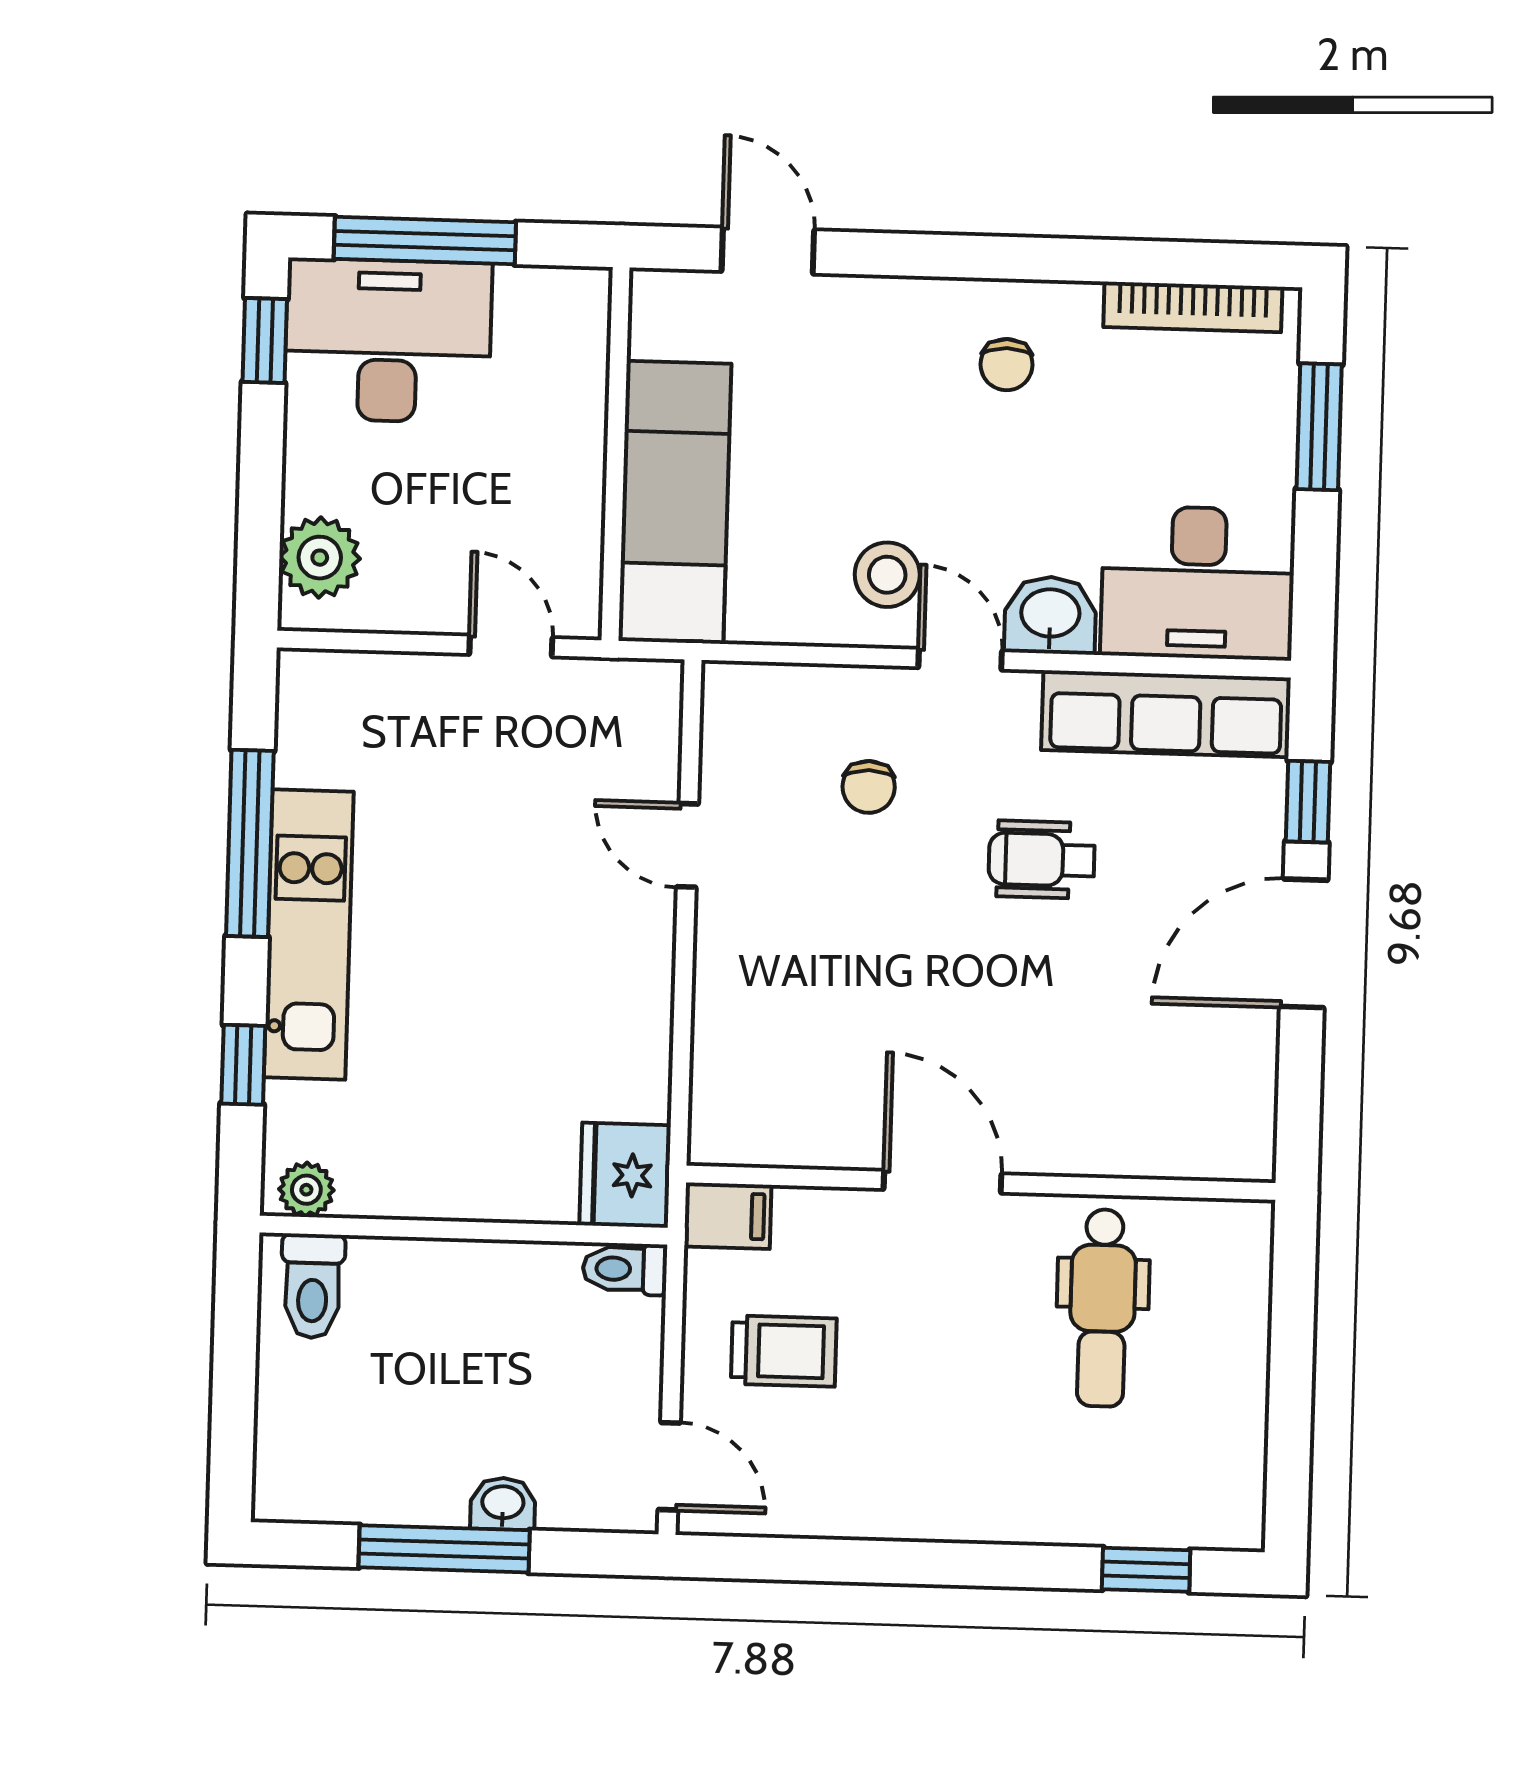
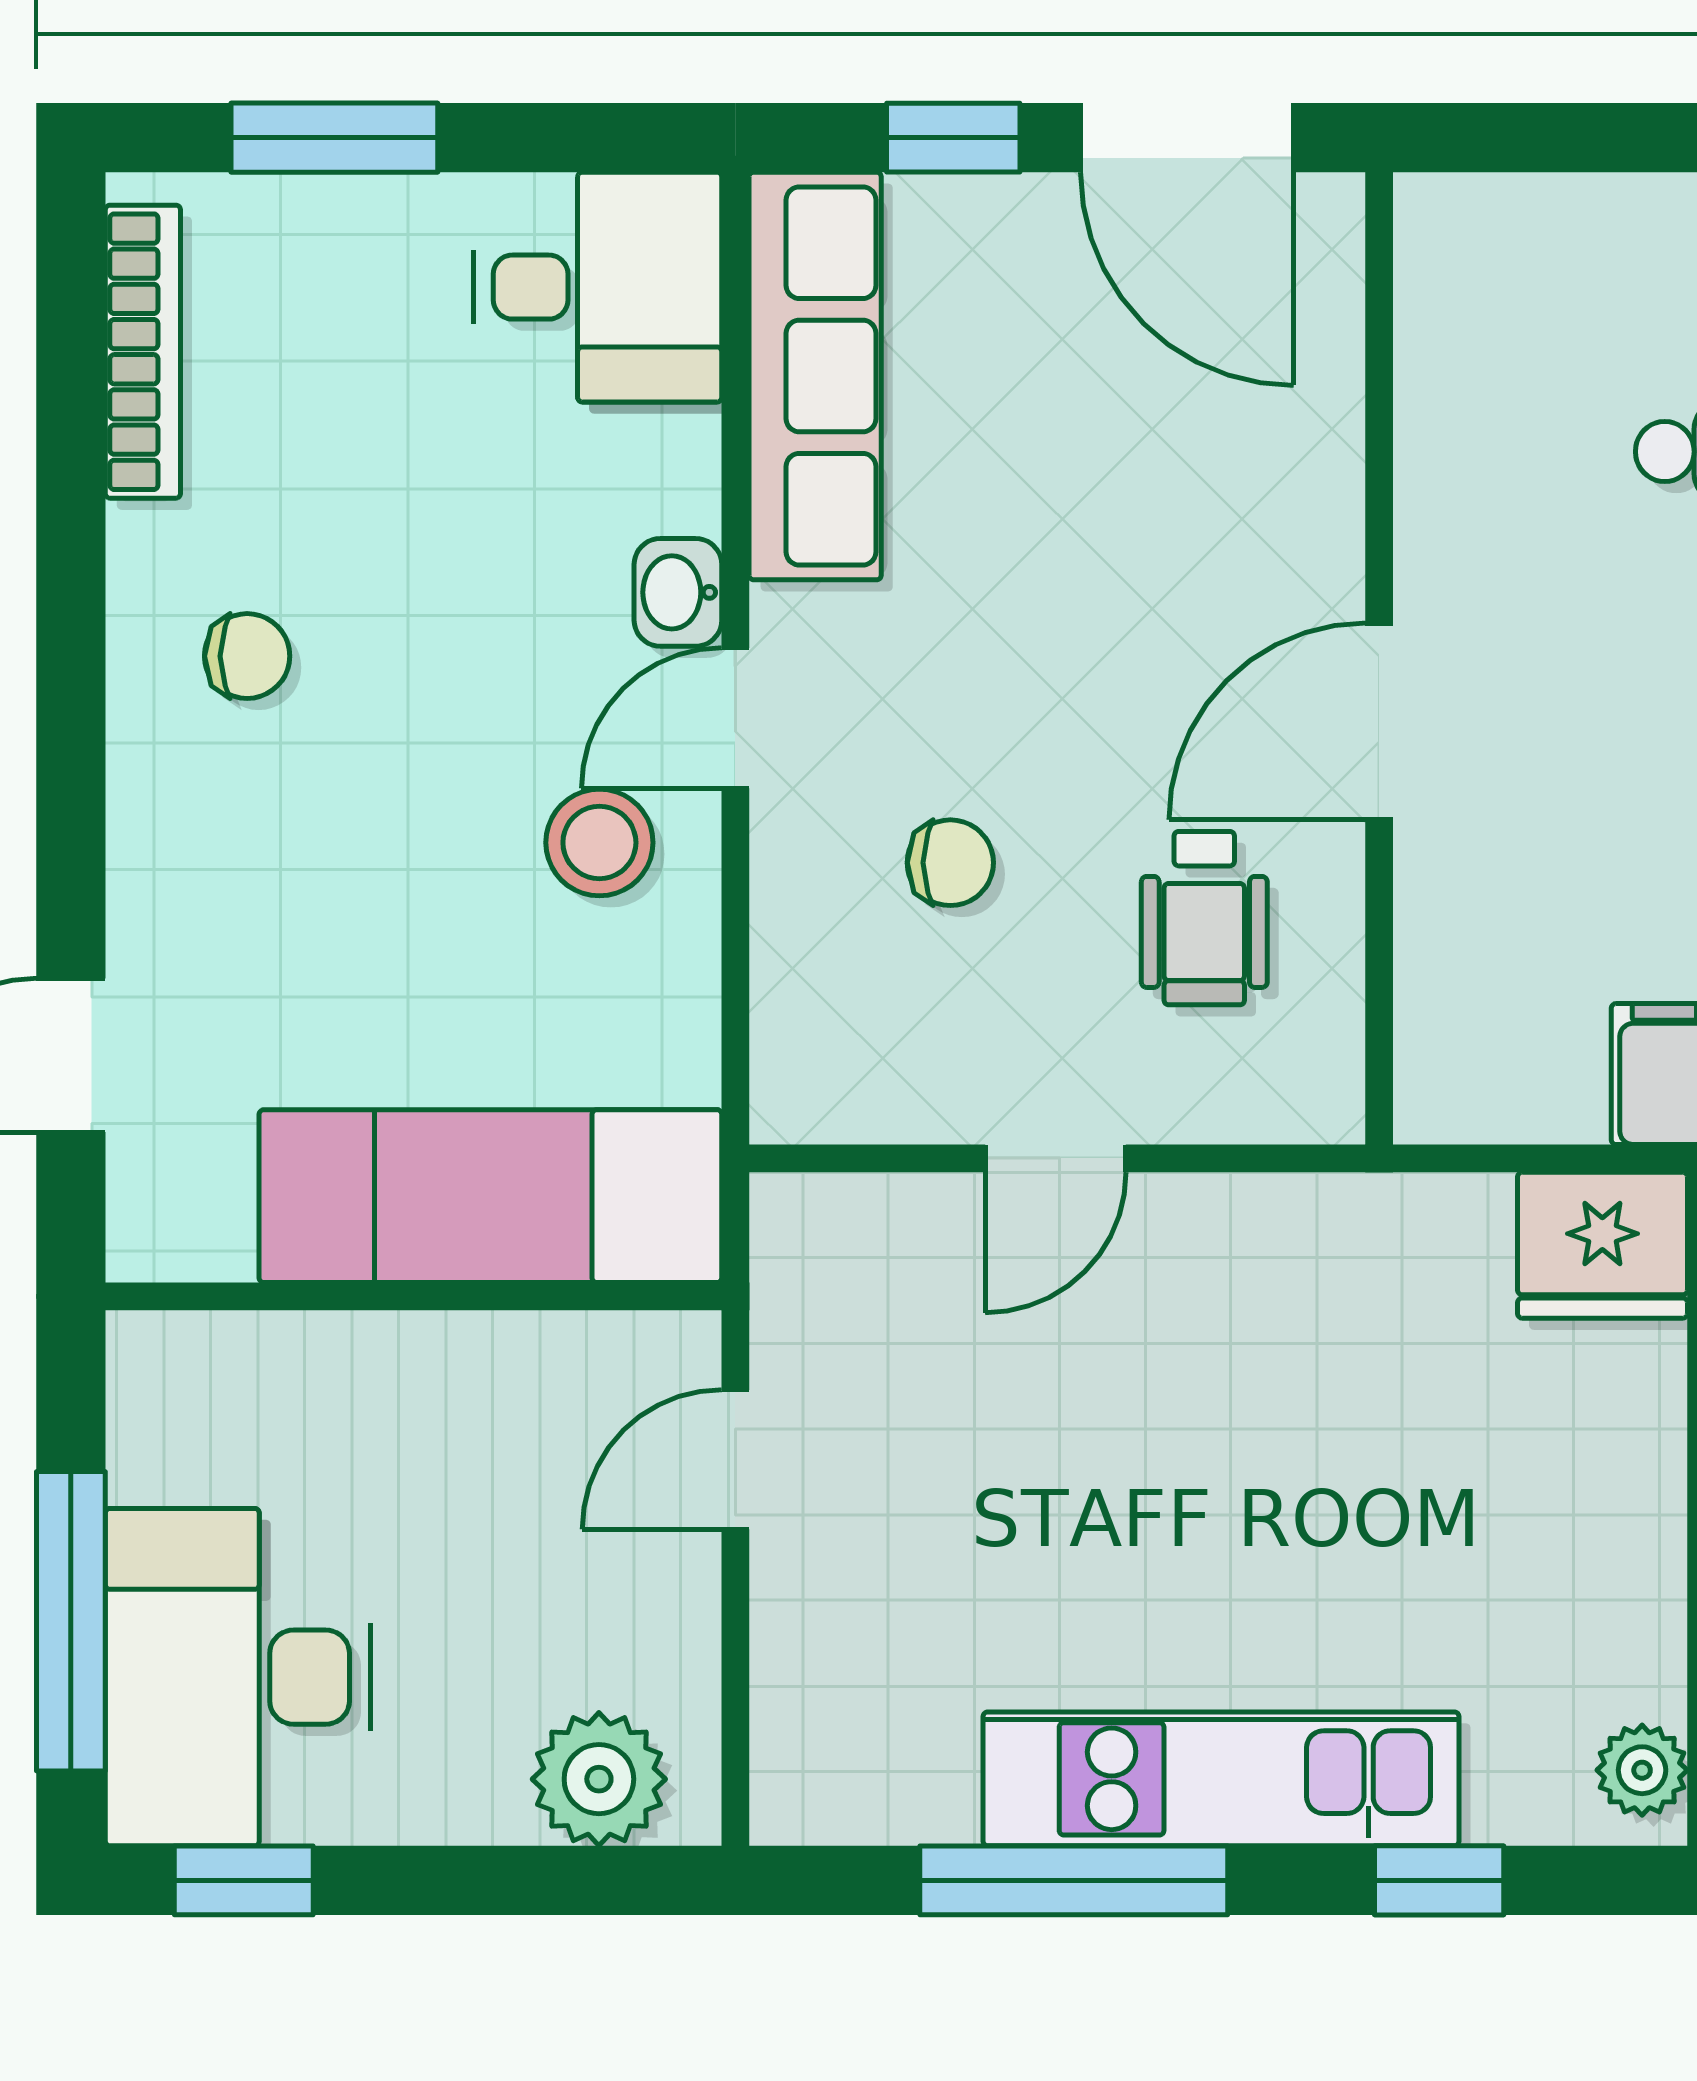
desk: (1198, 583) -> (598, 287), width x0.73
washbasin: (1050, 615) -> (678, 592), width x0.72, depth x0.69
wheelchair: (1042, 860) -> (1204, 918), moved
door: (943, 1182) -> (1379, 722), moved
wall: (981, 1183) -> (1379, 658), moved

